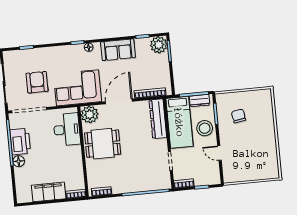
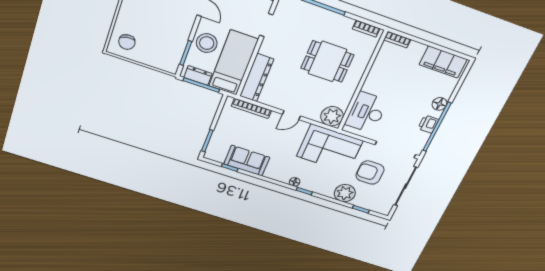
plant: (159, 45) -> (345, 193), moved
sofa: (118, 50) -> (247, 161), moved
armchair: (37, 82) -> (370, 173), turned 90
door: (119, 101) -> (291, 115), width x0.53
chair: (239, 116) -> (127, 42), moved
printer: (20, 142) -> (428, 124), width x0.53, depth x0.68
dining table: (103, 144) -> (327, 62), moved
filing cabinet: (49, 192) -> (443, 62), moved

